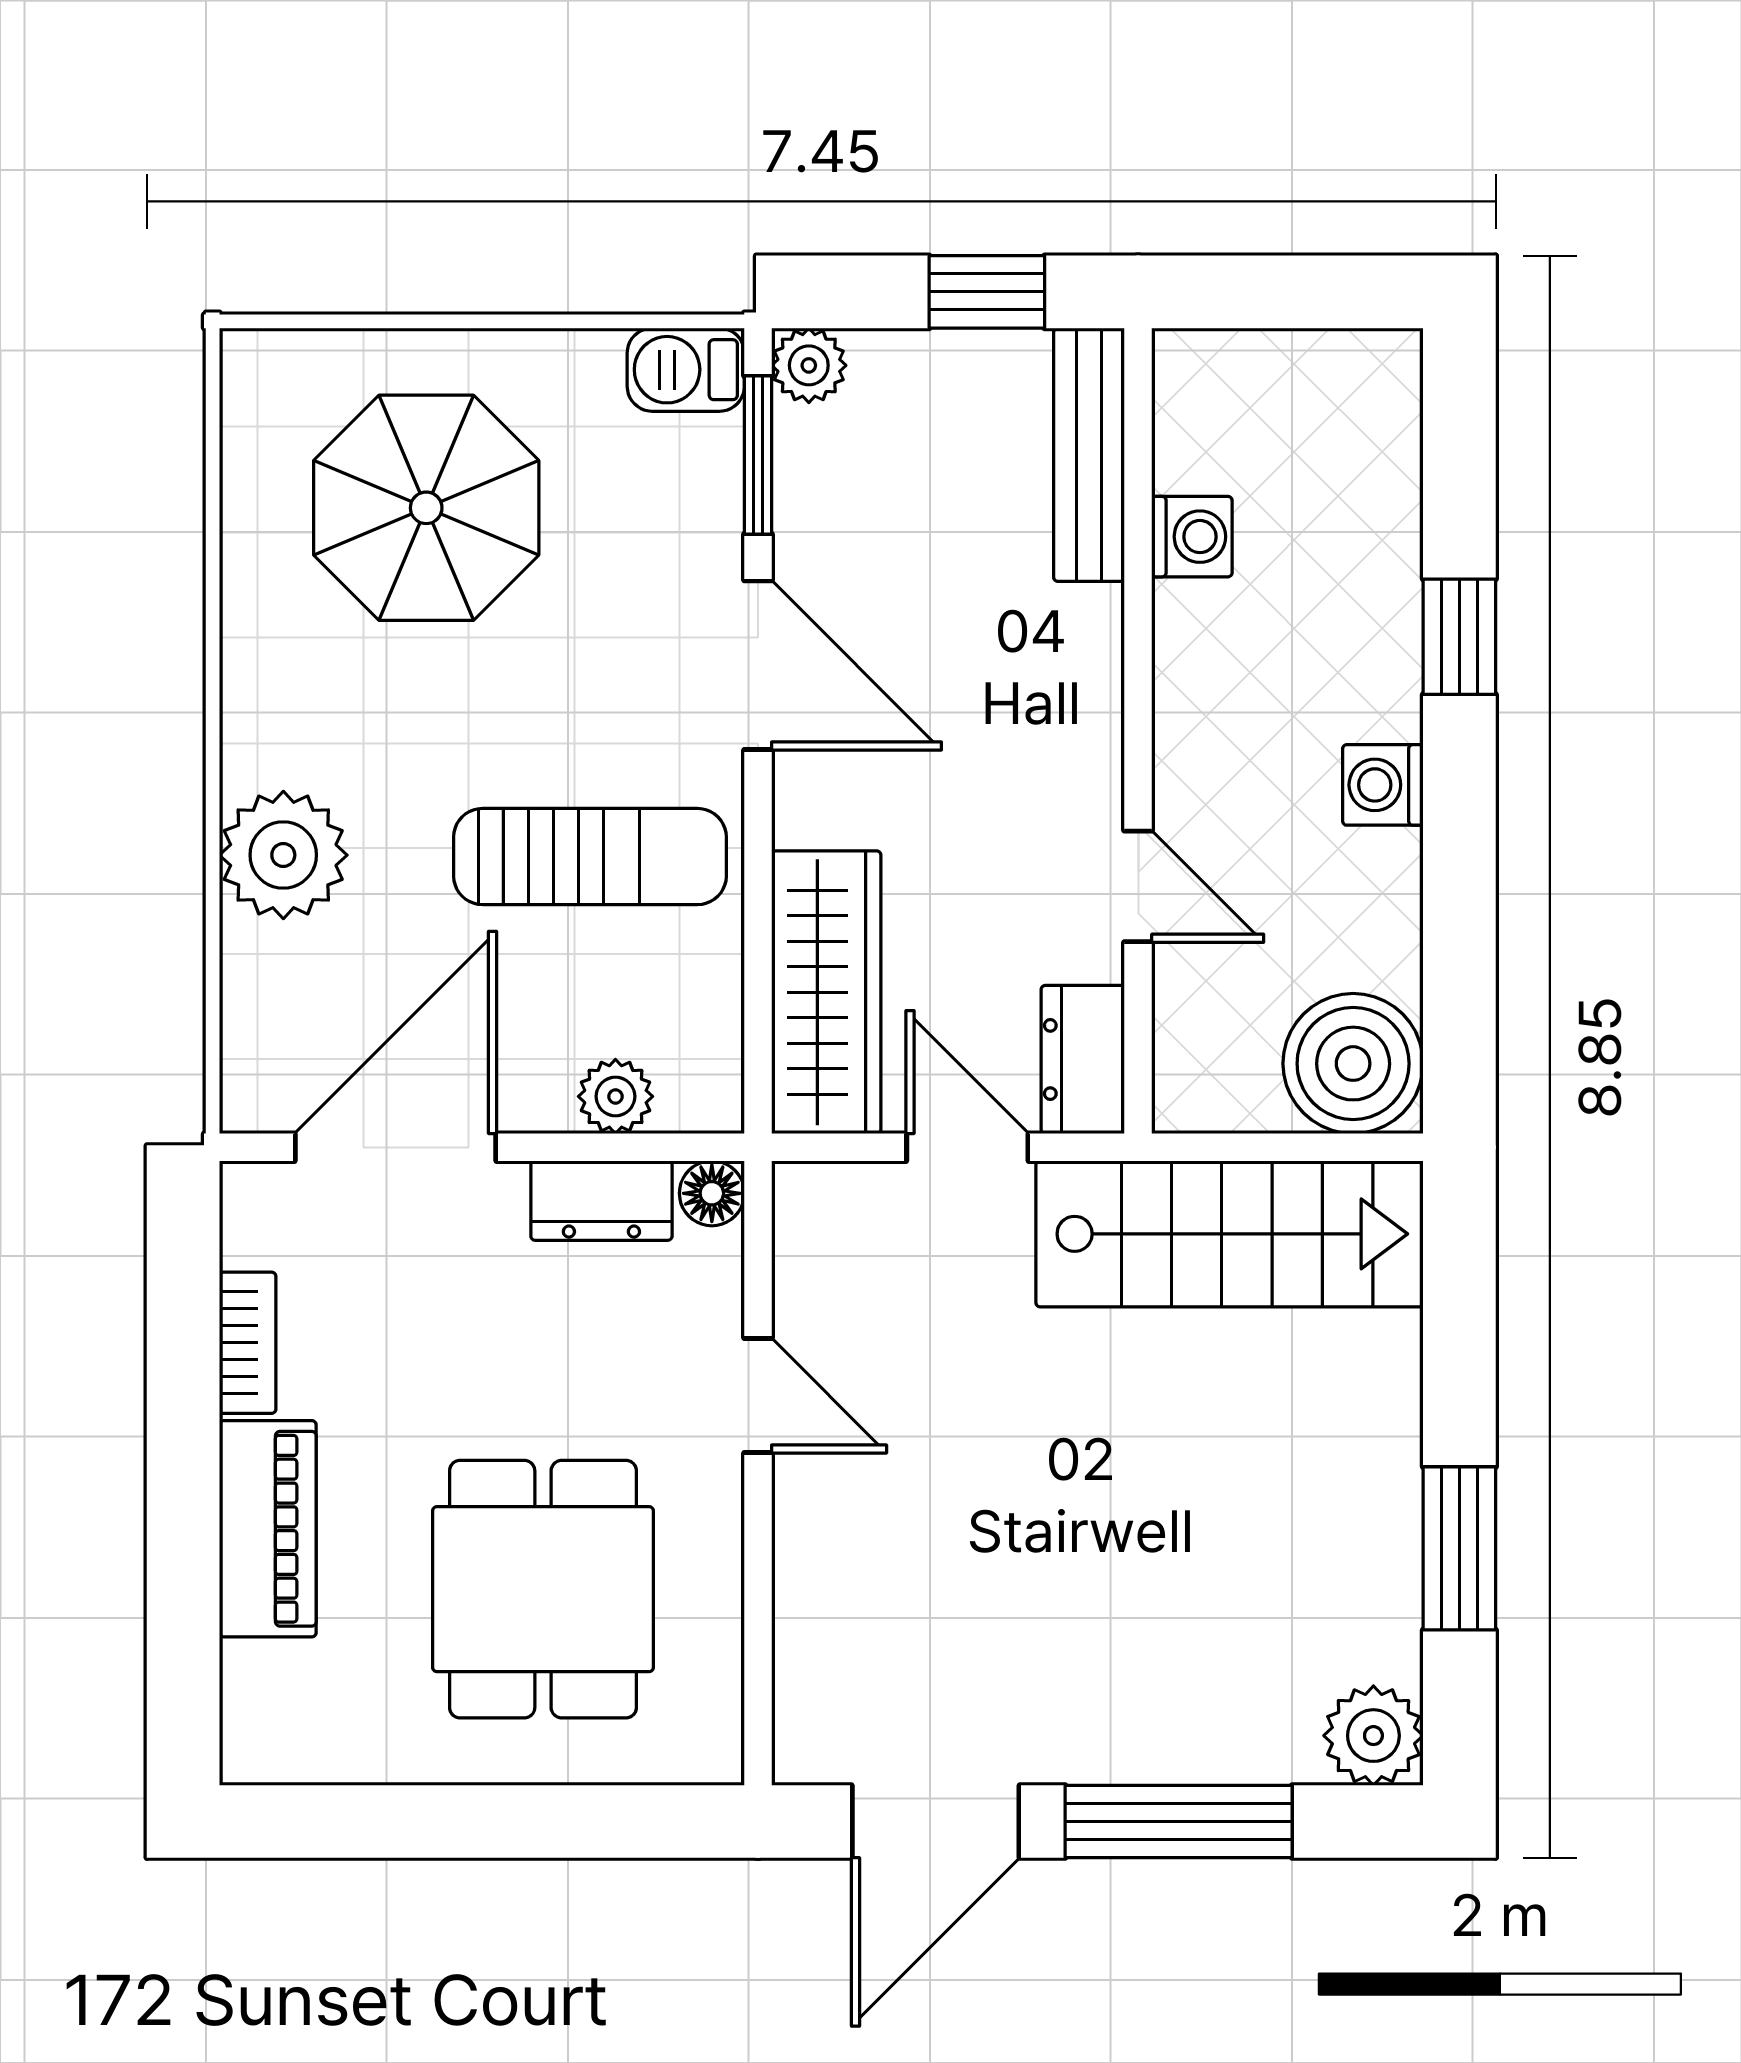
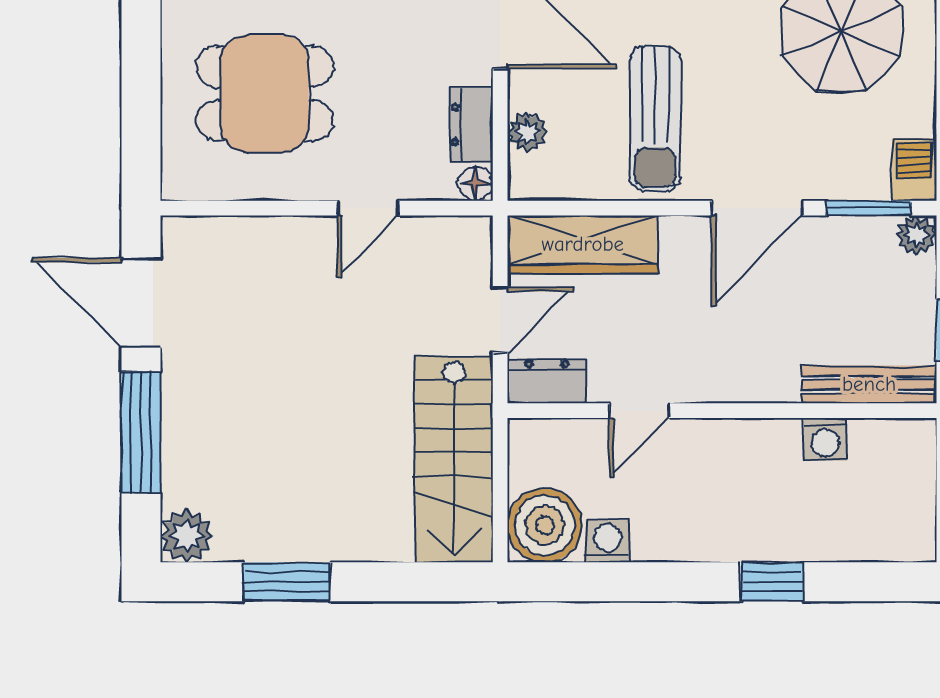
washing machine: (1383, 785) -> (607, 541), moved

